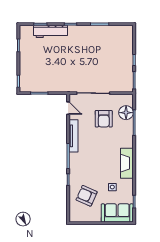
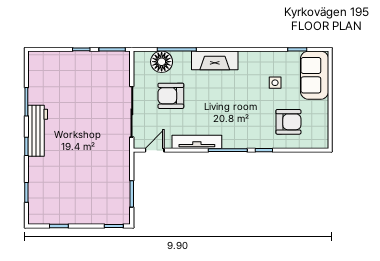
workbench: (50, 31) -> (38, 131), moved
armchair: (104, 119) -> (171, 96), turned 180
fireplace: (127, 163) -> (215, 60), moved
armchair: (87, 196) -> (288, 122), turned -114

